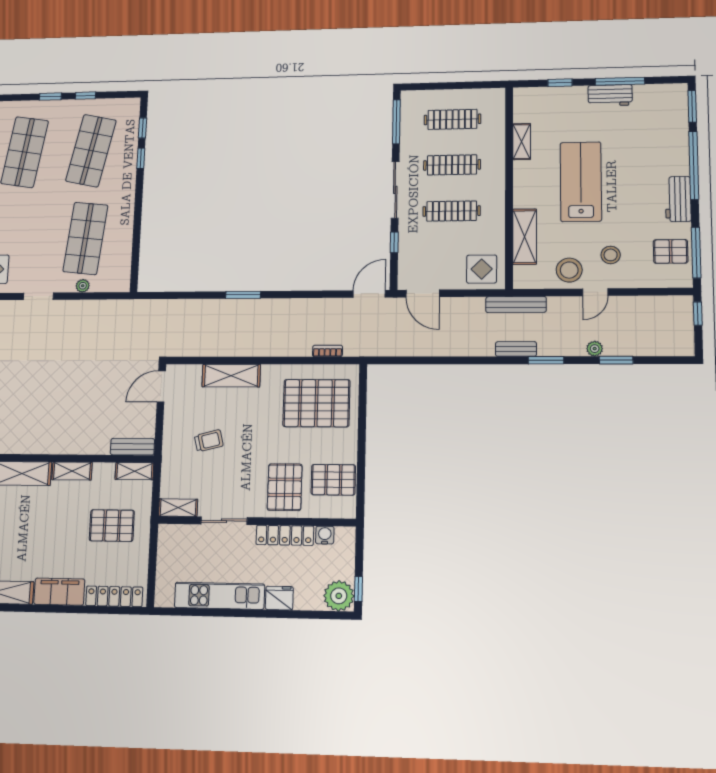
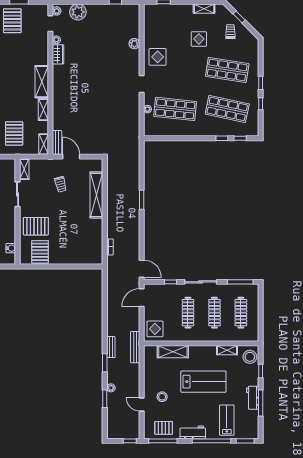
lab bench: (653, 139) -> (227, 420), added
pallet: (671, 251) -> (164, 428), turned 90
stool: (569, 270) -> (250, 357), moved
door: (595, 292) -> (142, 405), moved
shelving: (231, 376) -> (96, 195), width x1.47
door: (161, 386) -> (71, 157), moved
pallet: (316, 403) -> (81, 242), removed
locker: (285, 535) -> (10, 227), removed

